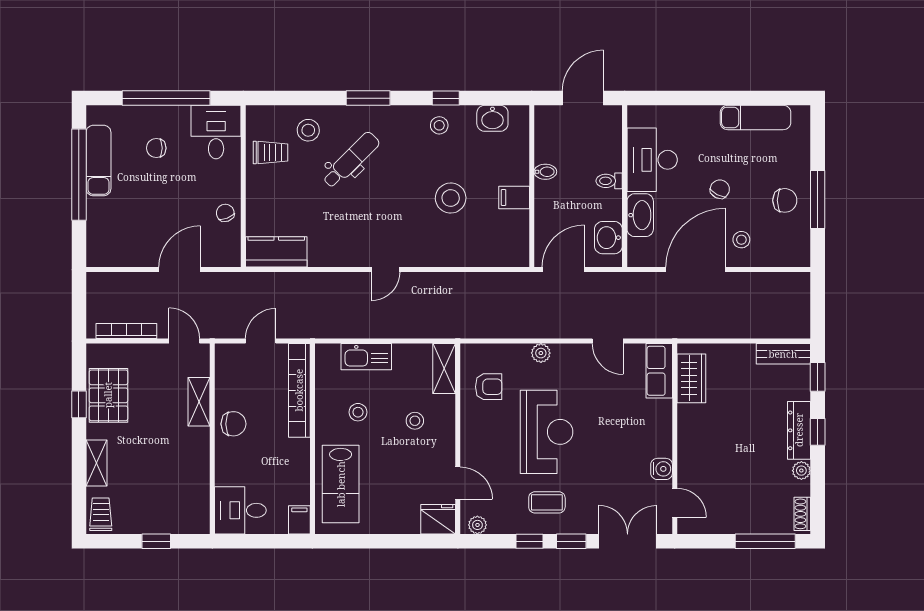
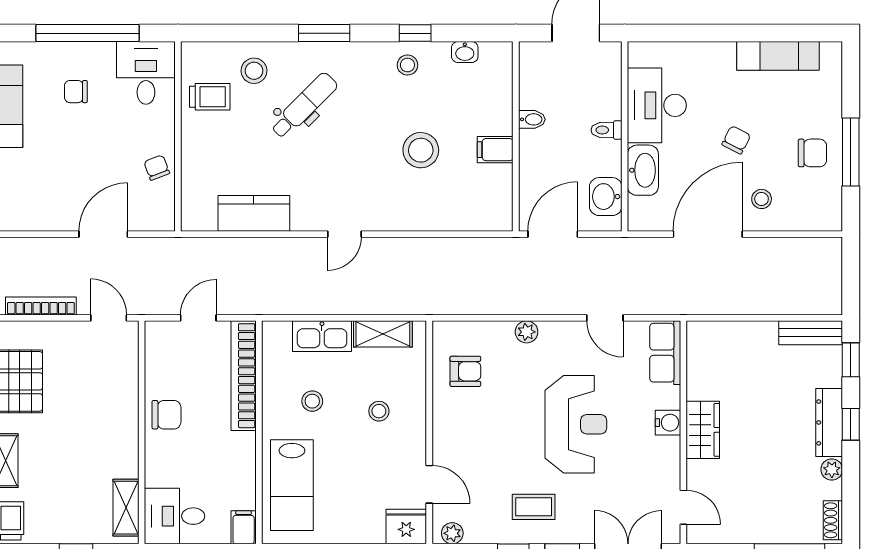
washbasin: (492, 118) -> (465, 52), width x0.72, depth x0.69
kitchen counter: (276, 252) -> (254, 213), moved
shelving: (444, 369) -> (383, 334), moved, turned 90
wardrobe: (691, 378) -> (703, 430), moved
shelving: (199, 402) -> (126, 508), moved
reception desk: (546, 432) -> (576, 424), moved
water cooler: (662, 469) -> (668, 423), moved

